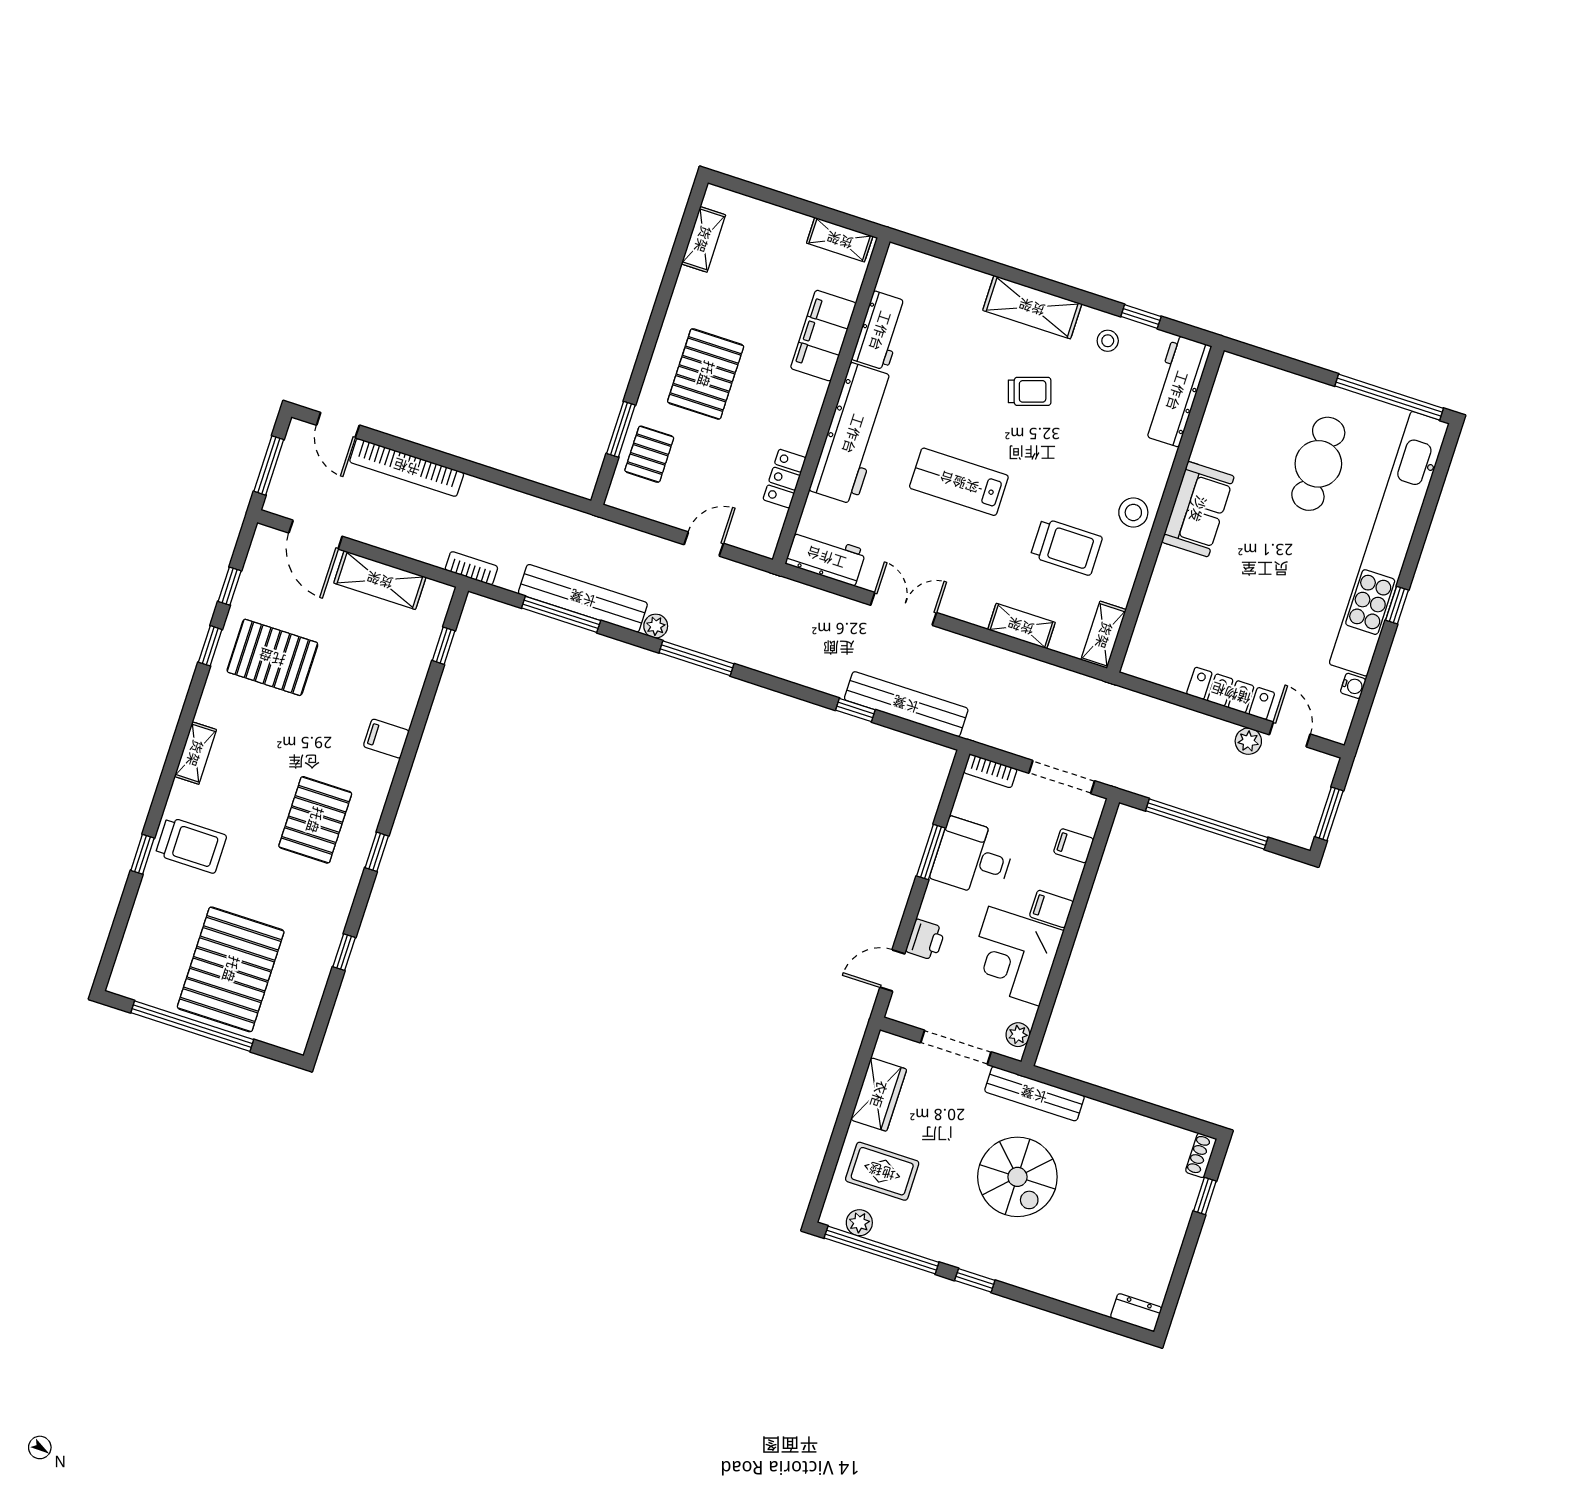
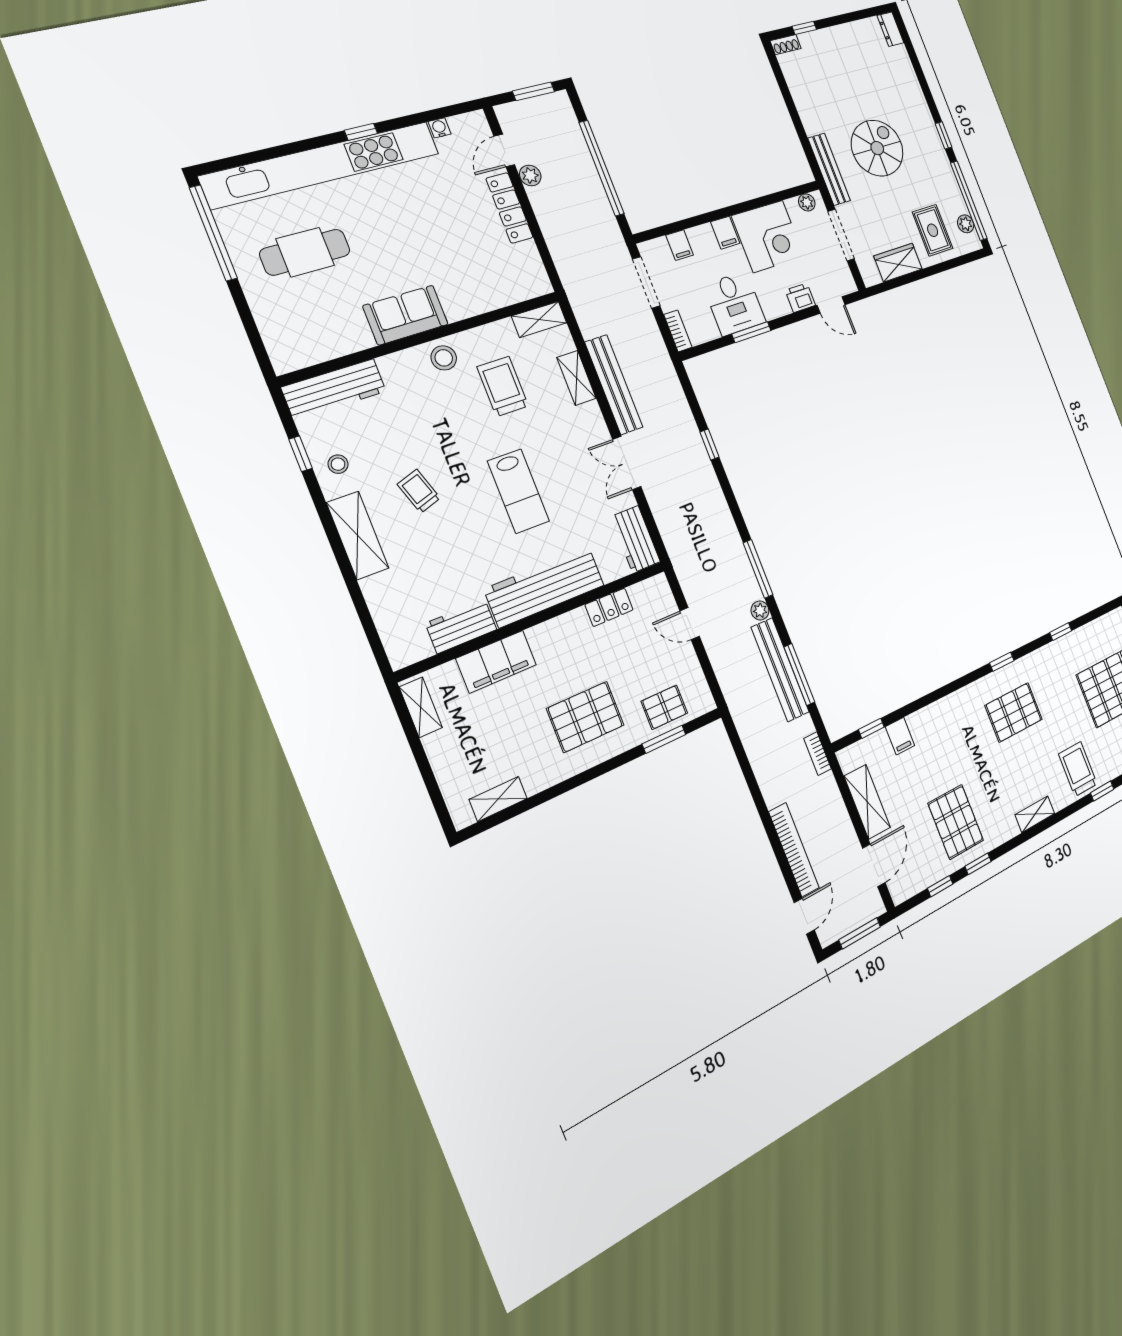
bench: (906, 704) -> (614, 385), moved
filing cabinet: (386, 739) -> (900, 736), moved

